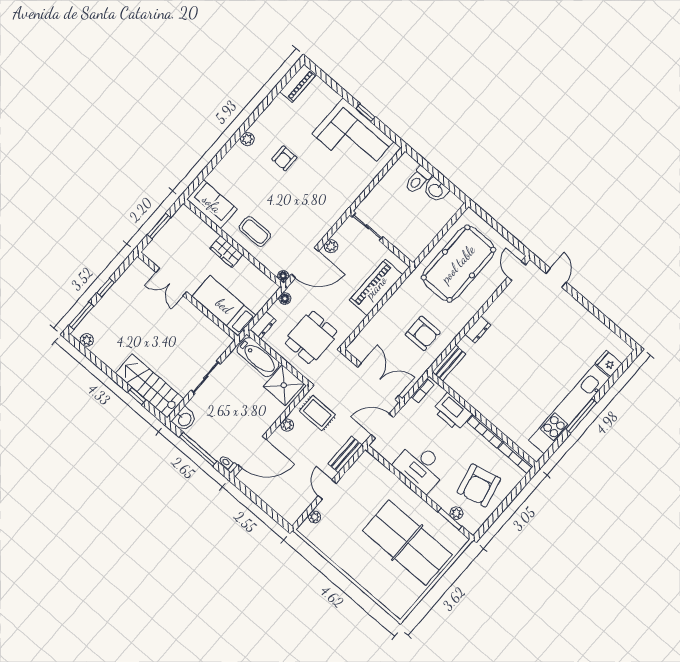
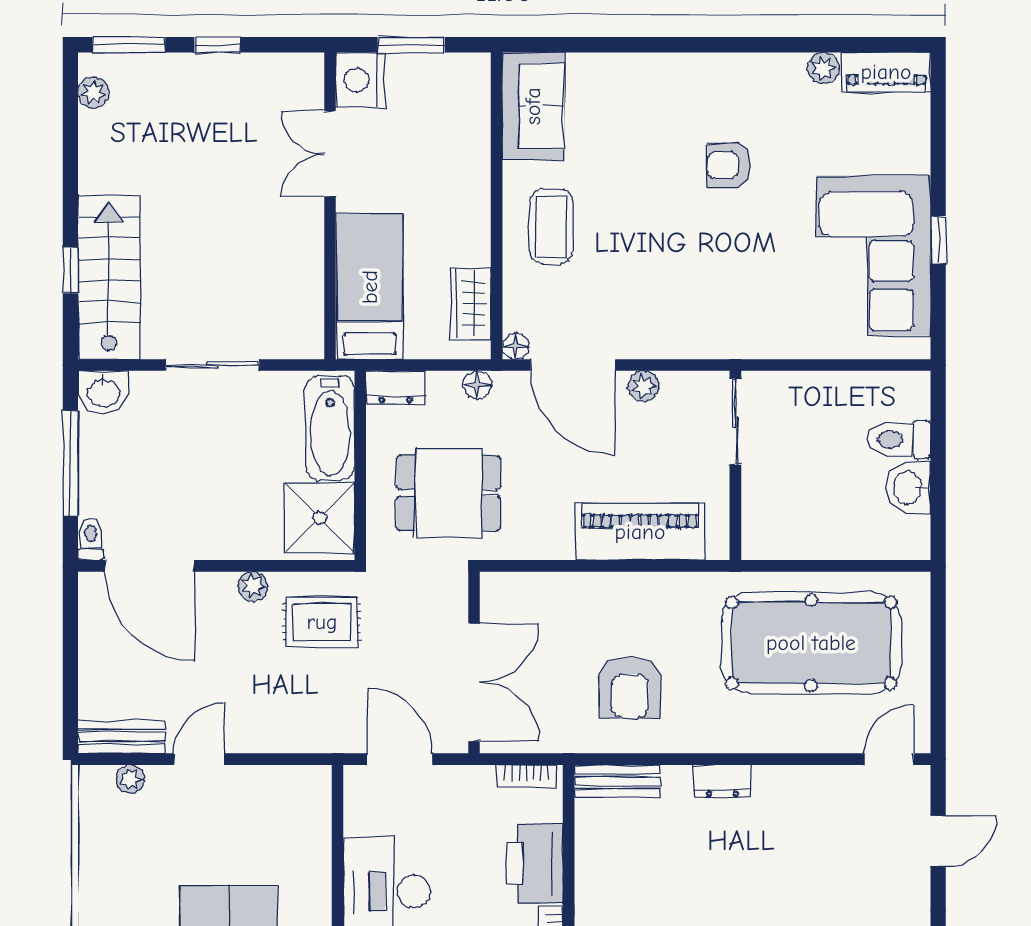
plant: (247, 139) -> (823, 68), moved
nightstand: (156, 252) -> (360, 80), added
wardrobe: (226, 252) -> (471, 303), moved
rug: (317, 413) -> (322, 622), turned 90
bench: (345, 454) -> (122, 737), moved

